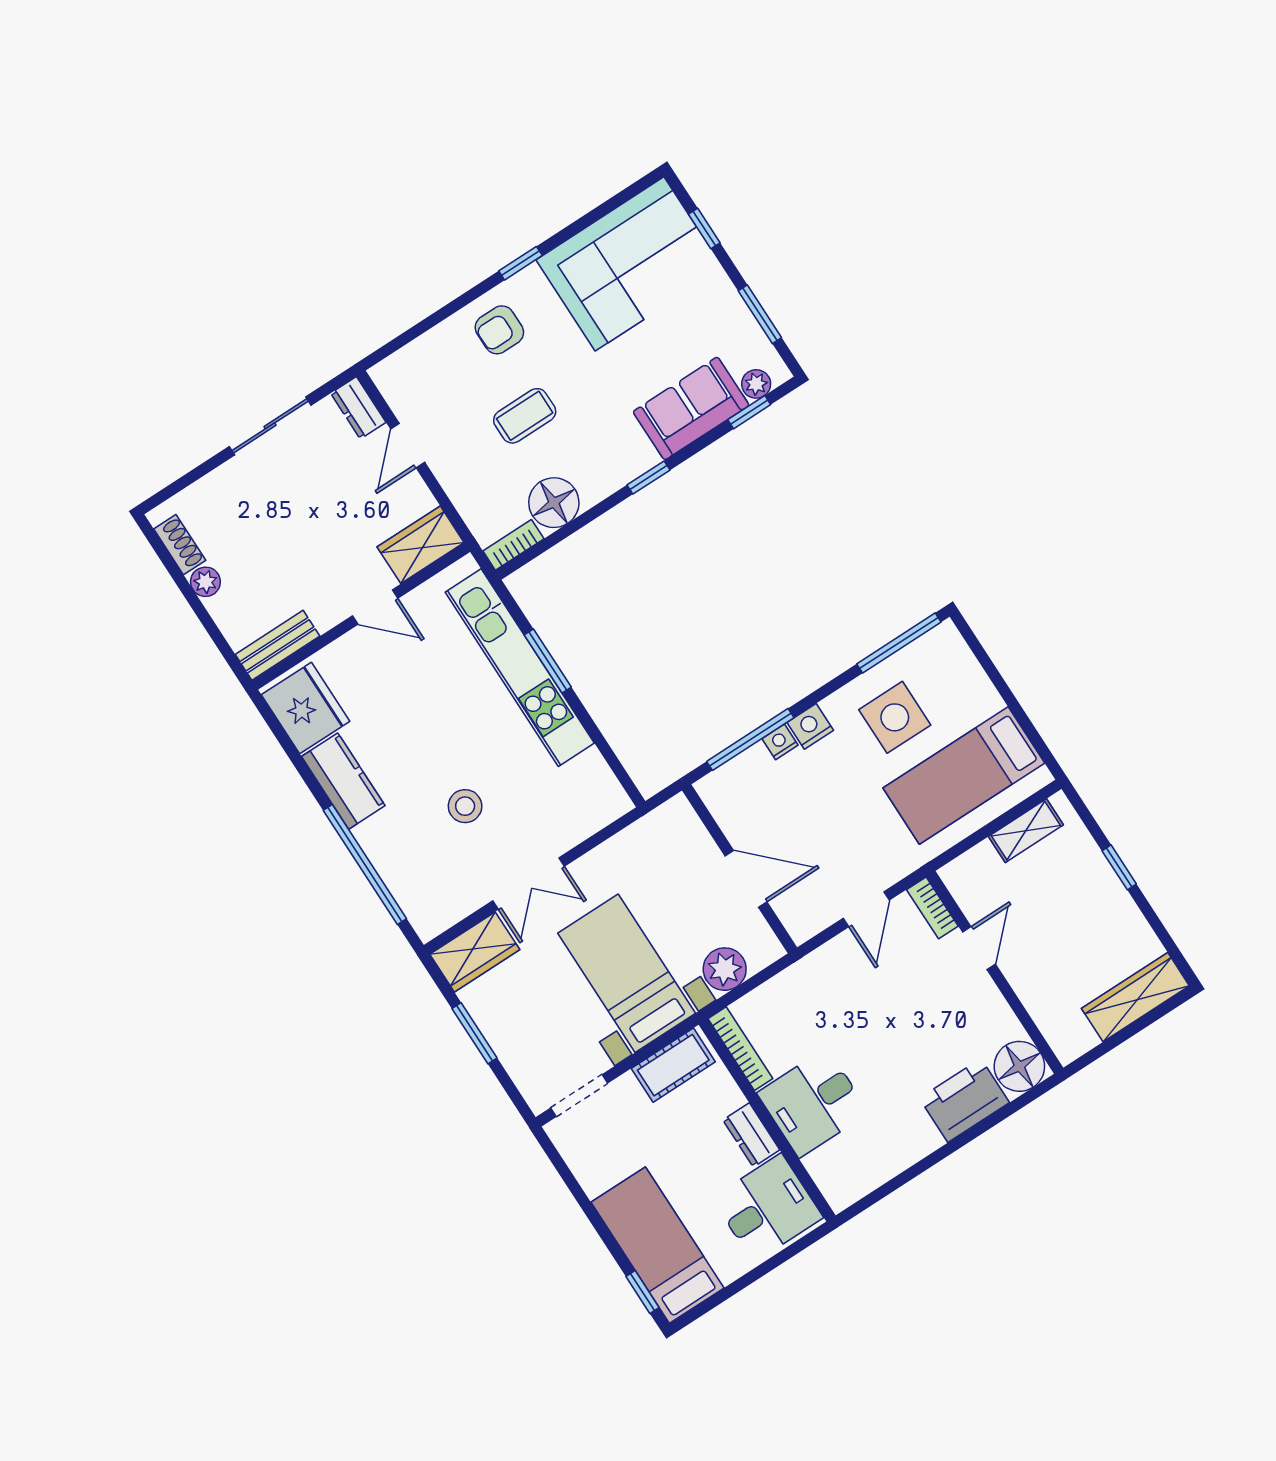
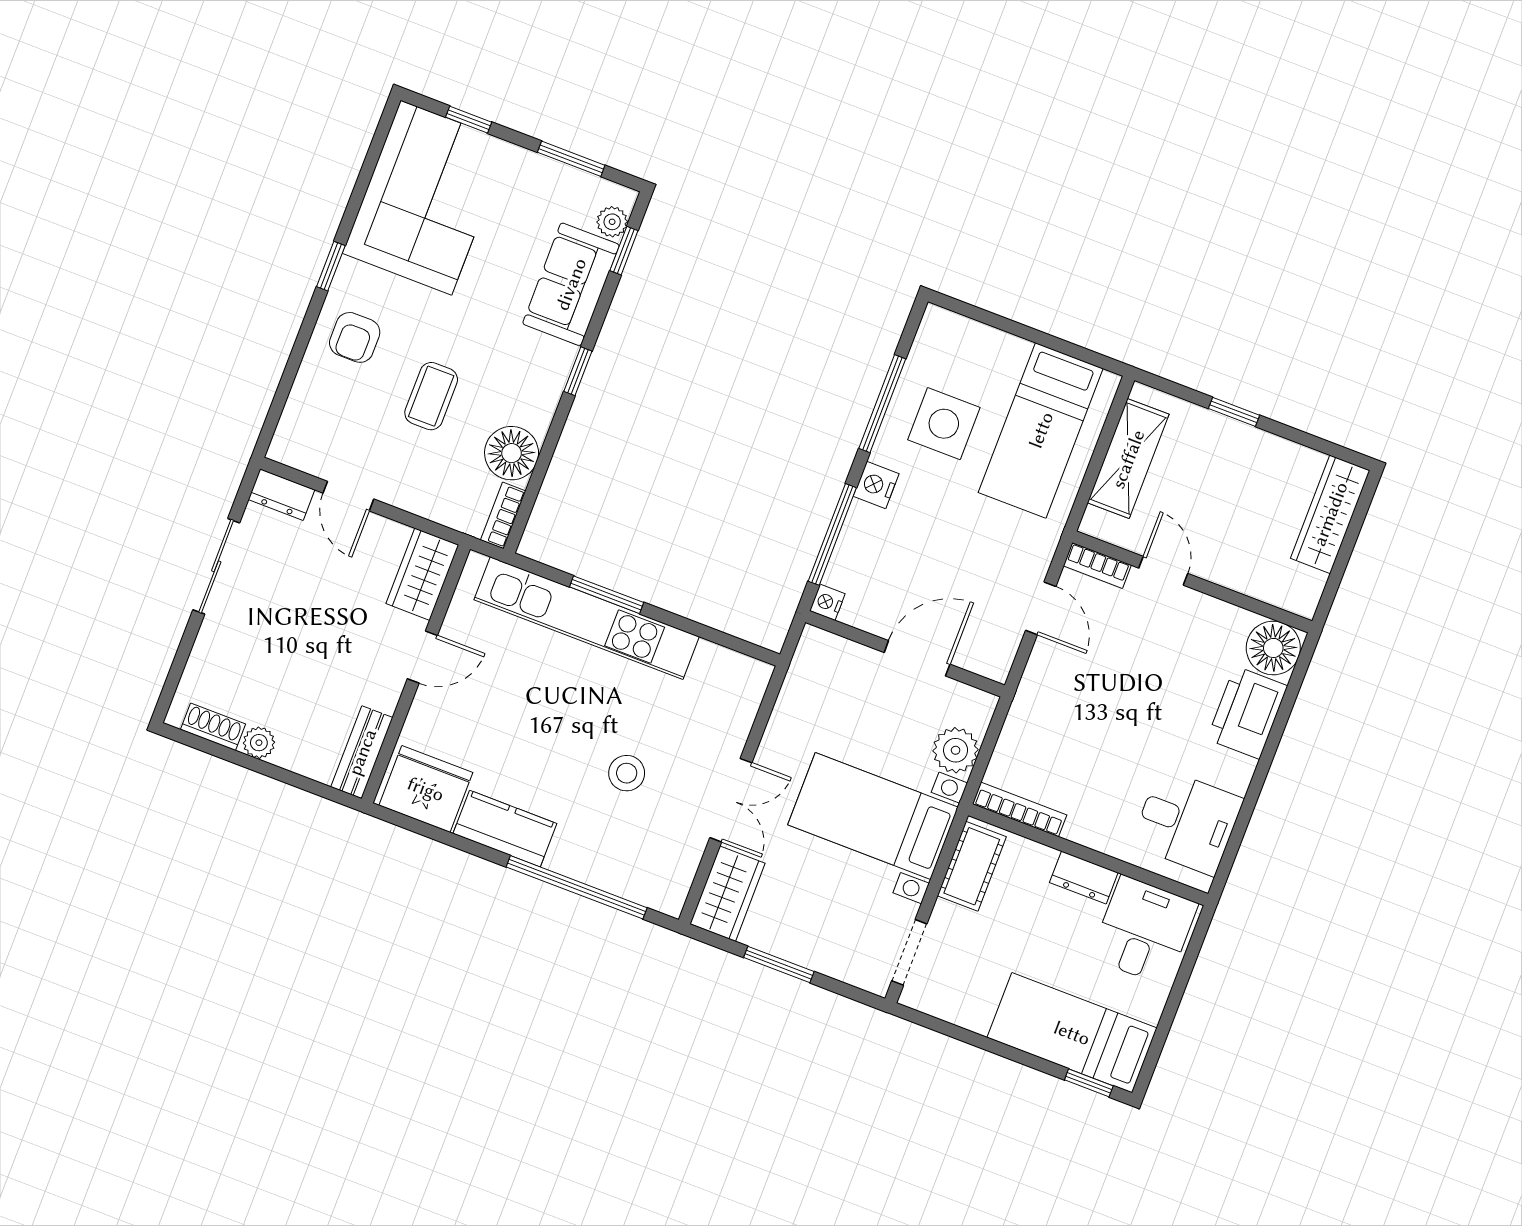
window: (899, 643) -> (882, 404), moved
nightstand: (780, 742) -> (827, 602), moved
shelving: (1026, 831) -> (1128, 459), width x1.50, depth x1.33
desk: (813, 1103) -> (1187, 822), moved, turned -90

